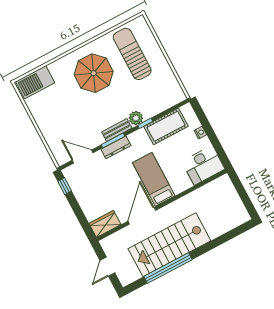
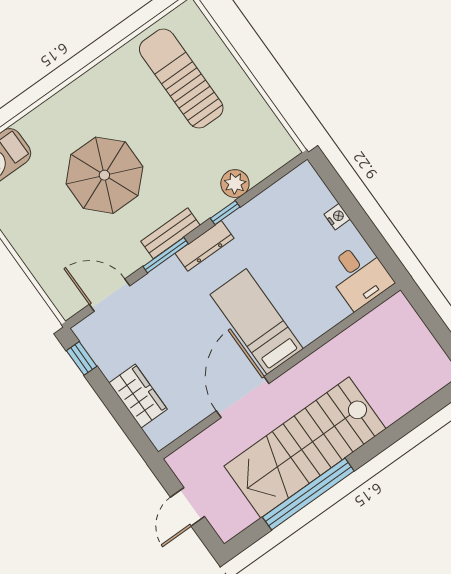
parasol: (94, 73) -> (104, 175), moved
plant: (136, 118) -> (235, 184), moved
cot: (166, 126) -> (267, 213), removed
dresser: (116, 147) -> (205, 246), moved
desk: (203, 165) -> (359, 275), width x0.73
wardrobe: (105, 224) -> (138, 396), moved, turned 90

